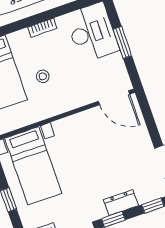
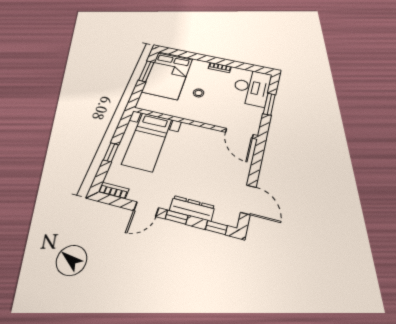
dresser: (121, 203) -> (192, 208), width x1.44

